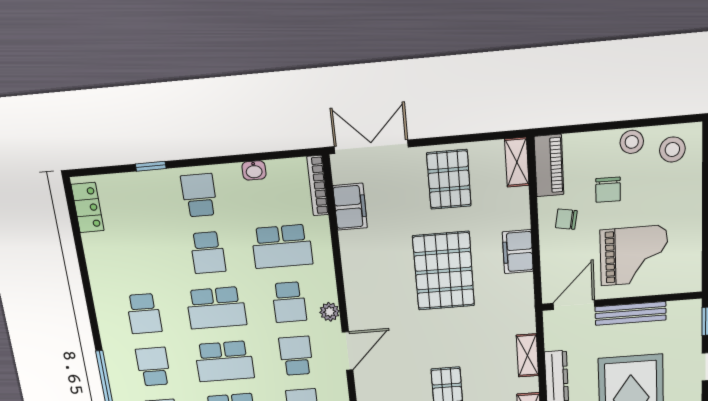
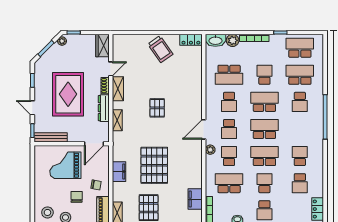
bench: (631, 313) -> (51, 137), moved
school desk: (153, 367) -> (300, 183), moved

